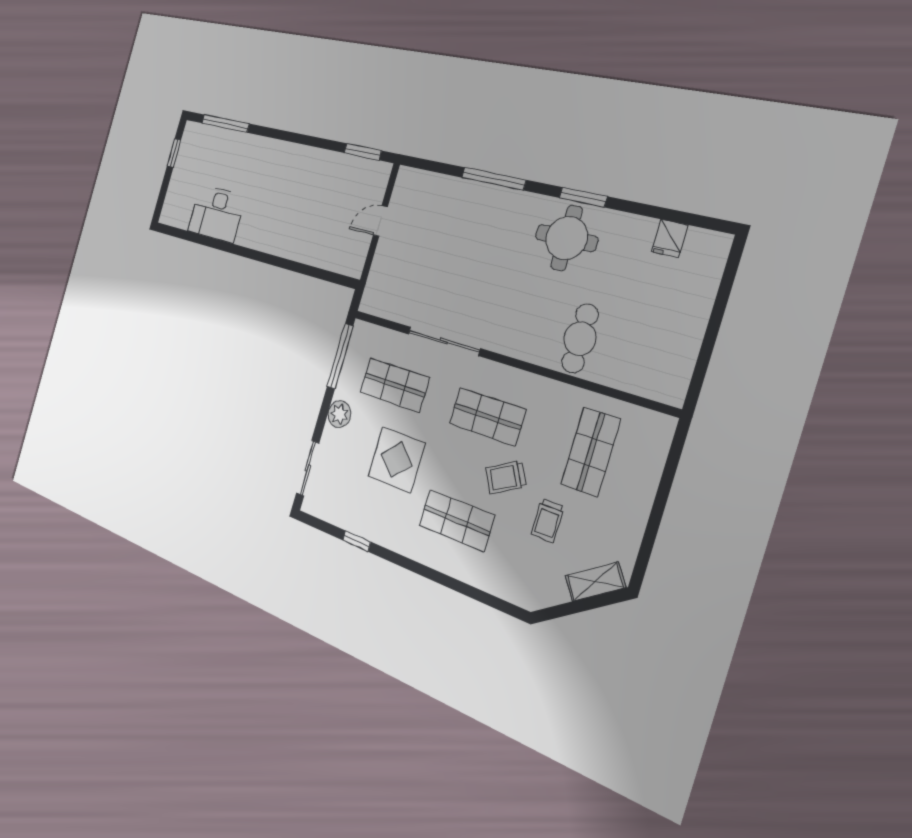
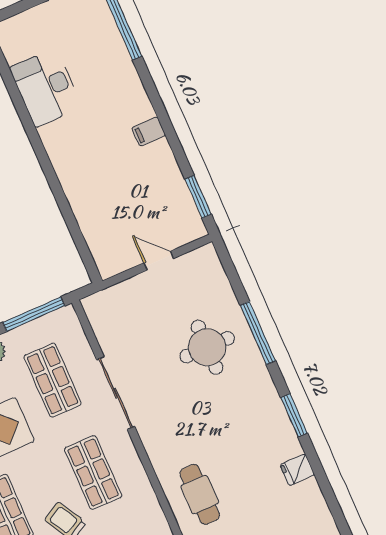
filing cabinet: (295, 157) -> (149, 131), added
round table: (567, 238) -> (207, 347), moved
fridge: (670, 238) -> (297, 470), moved
cafe table: (580, 338) -> (200, 494), turned 90

